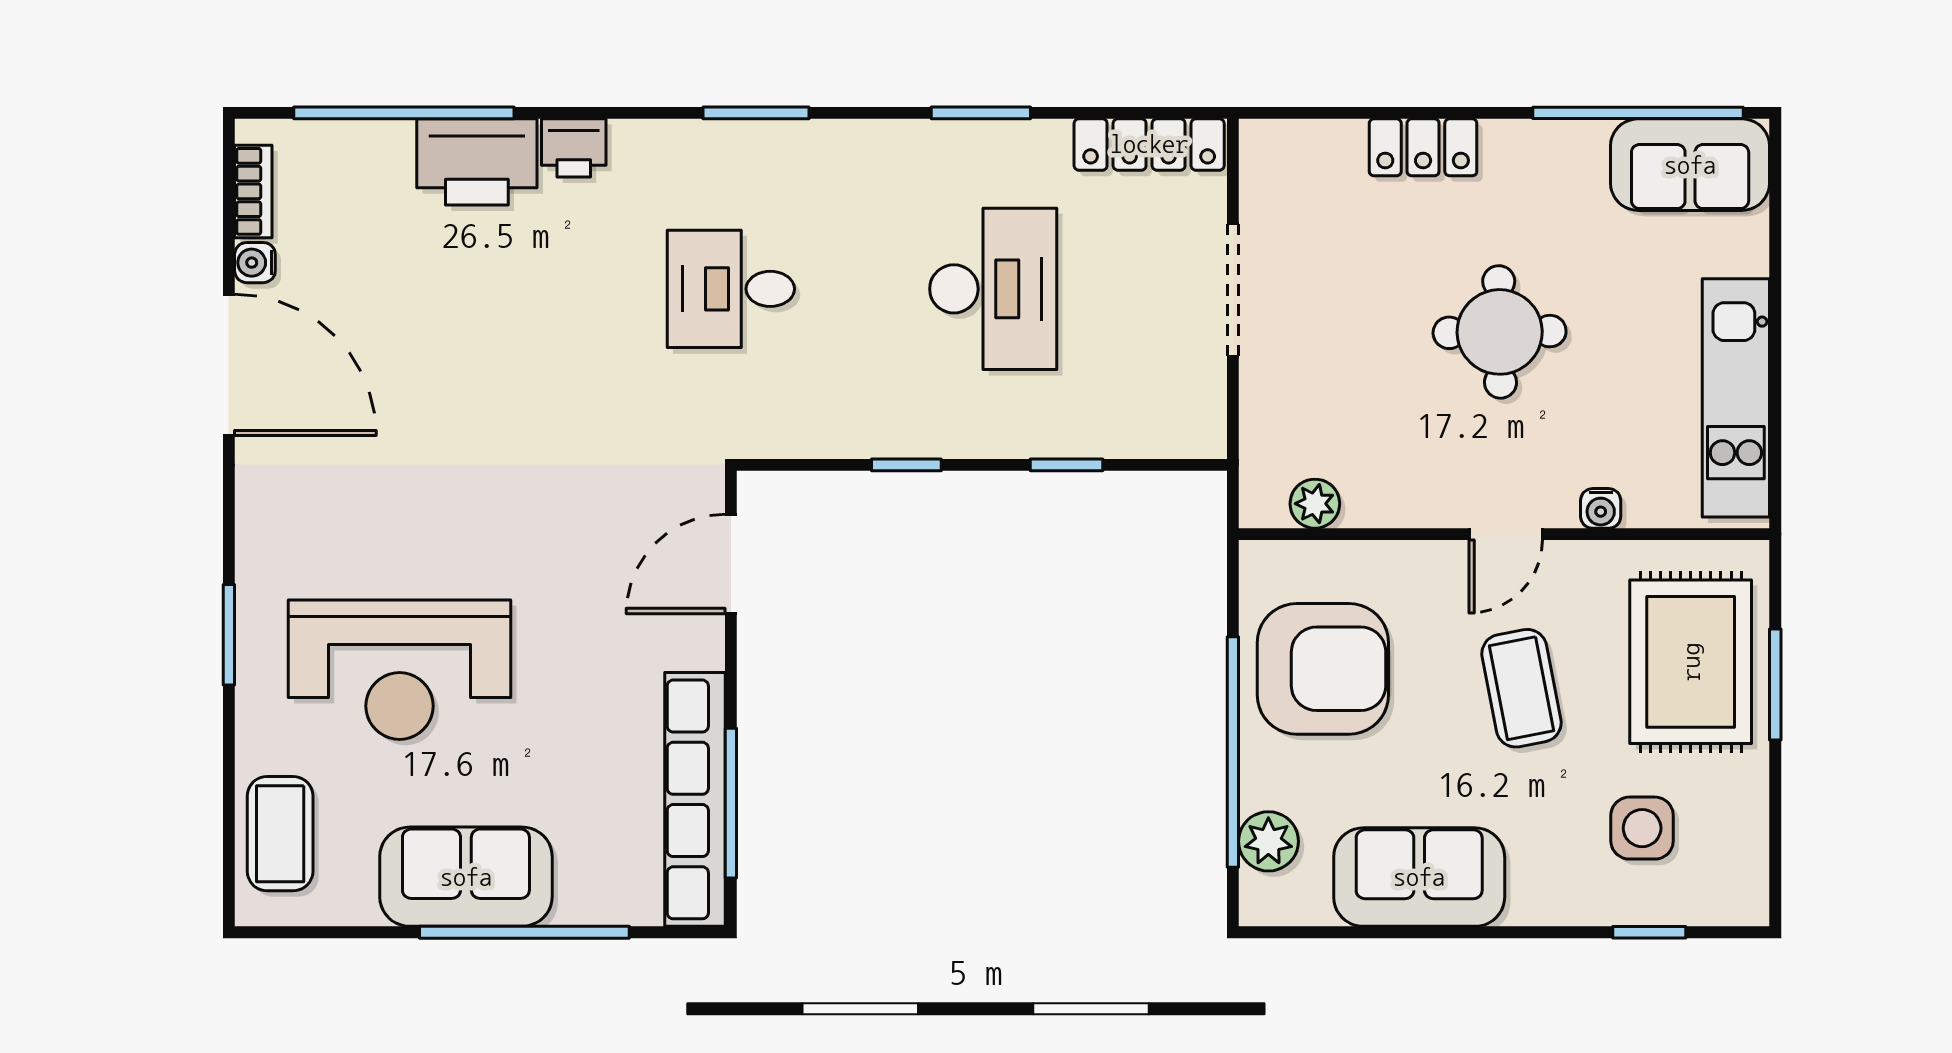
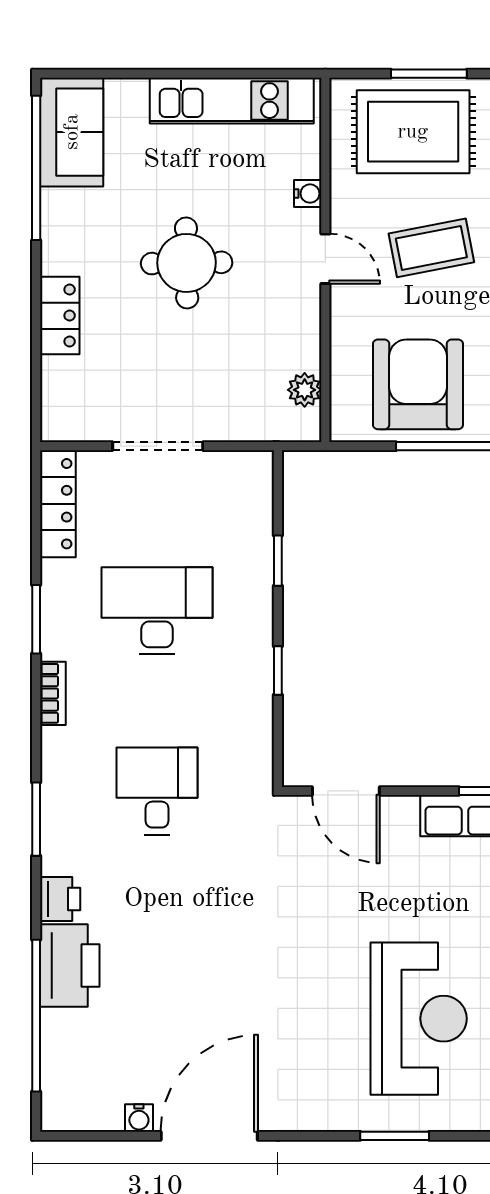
window: (756, 113) -> (36, 819), moved
bookcase: (253, 191) -> (53, 693), moved, turned 90
desk: (731, 289) -> (157, 791), turned 180

